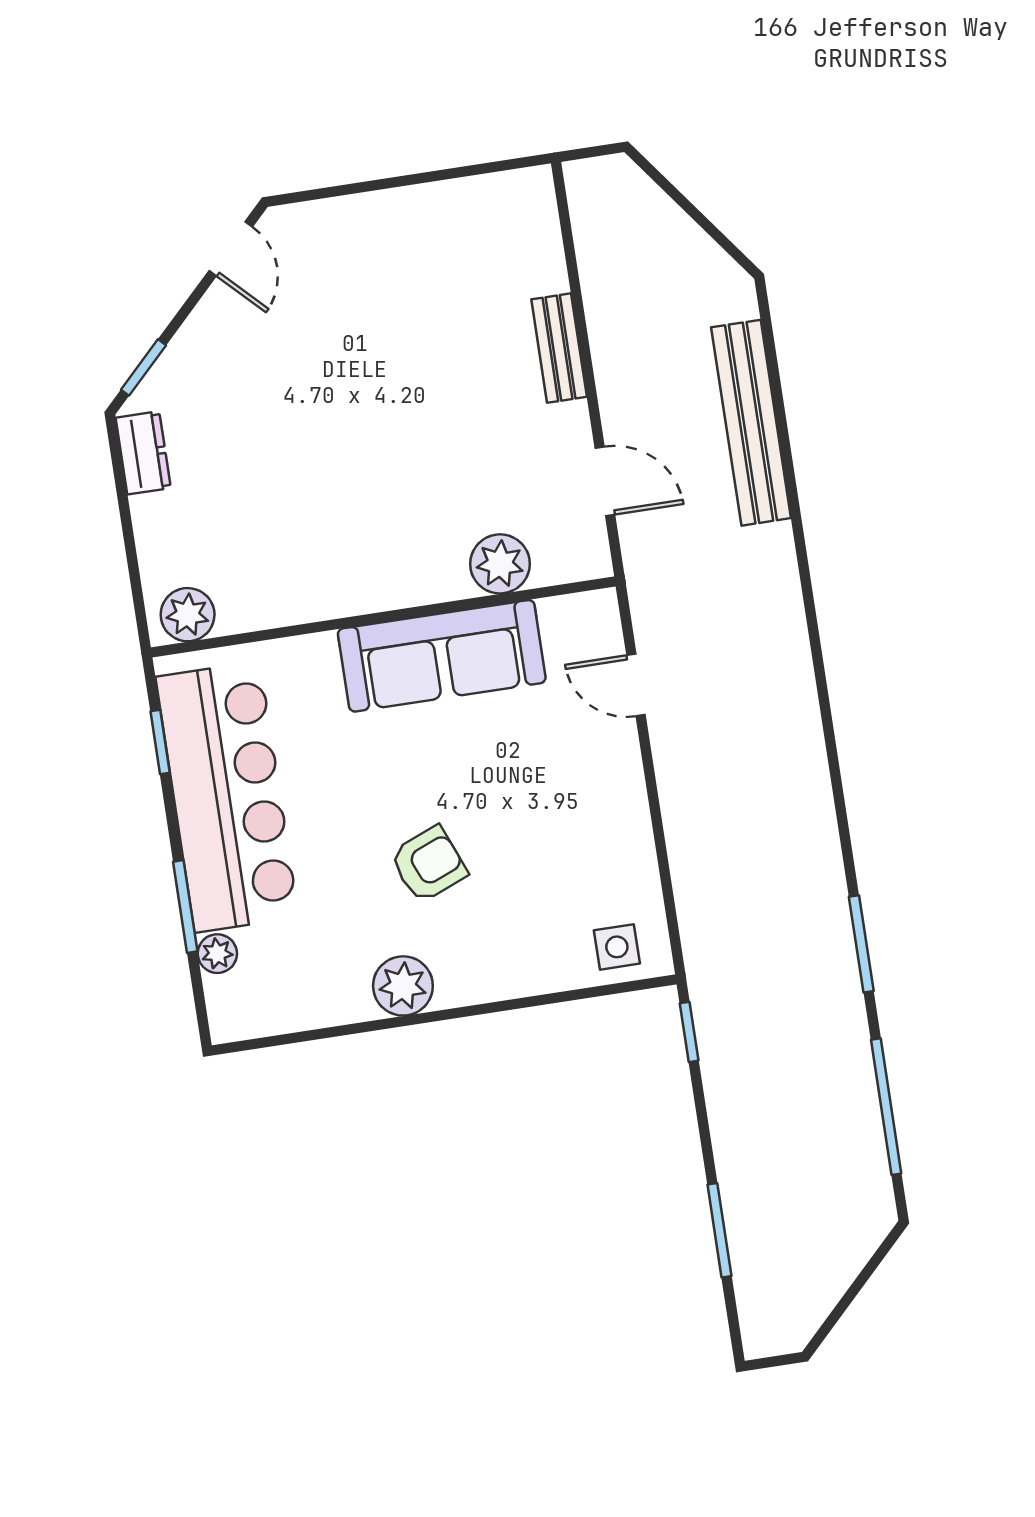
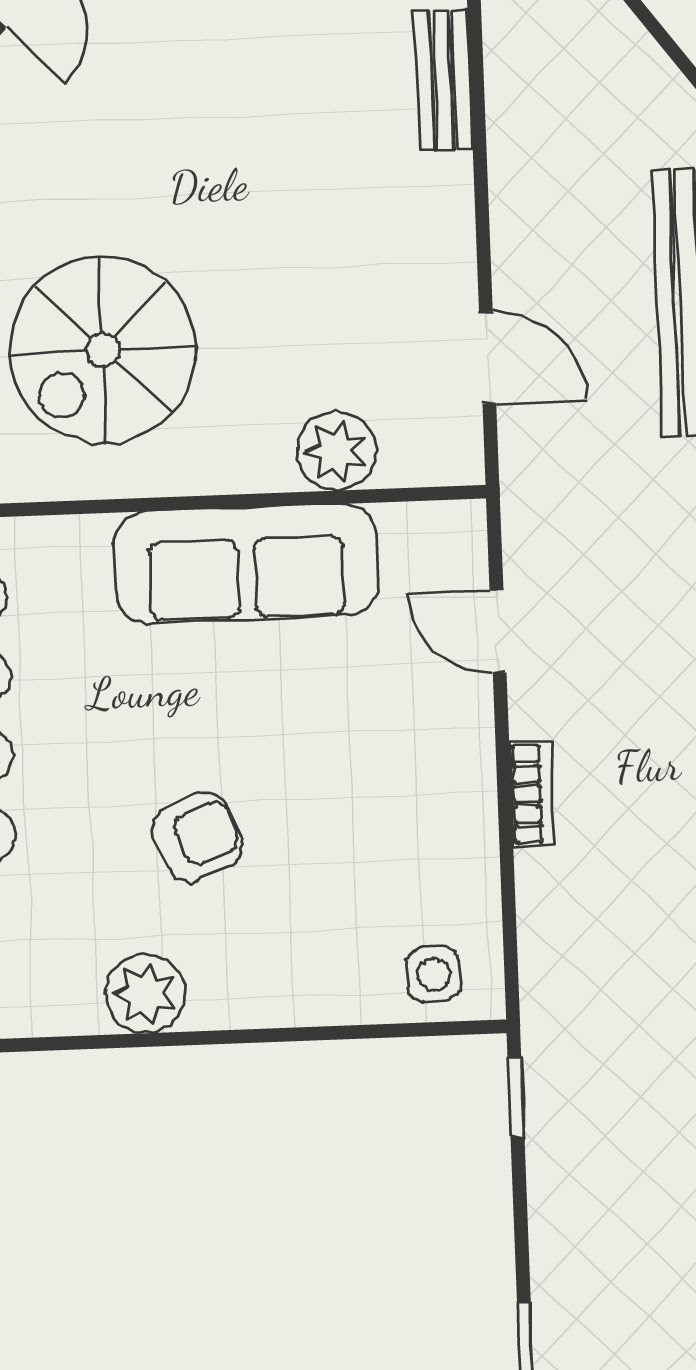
bench: (559, 348) -> (443, 80), moved
spiral stairs: (317, 508) -> (103, 350), added
bookcase: (675, 804) -> (532, 794), added

